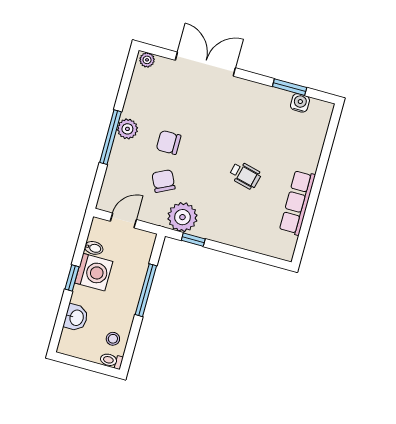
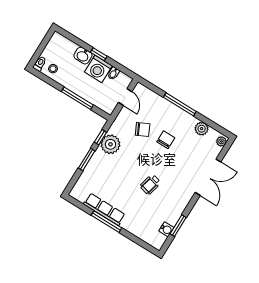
plant: (127, 129) -> (202, 129), moved
wheelchair: (245, 175) -> (150, 184), moved
window: (314, 194) -> (106, 222), added
plant: (182, 217) -> (110, 144), moved
window: (232, 250) -> (87, 159), added
washbasin: (76, 318) -> (83, 56), moved

